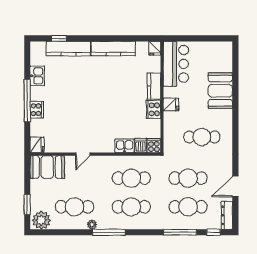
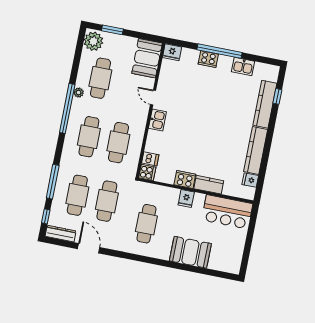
fridge: (155, 48) -> (250, 180), moved
kitchen sink: (125, 146) -> (157, 120), moved
window: (109, 232) -> (67, 108), width x1.46

